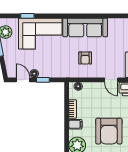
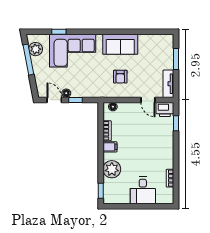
sofa: (85, 28) -> (120, 44), width x0.73
armchair: (109, 131) -> (145, 154), removed

